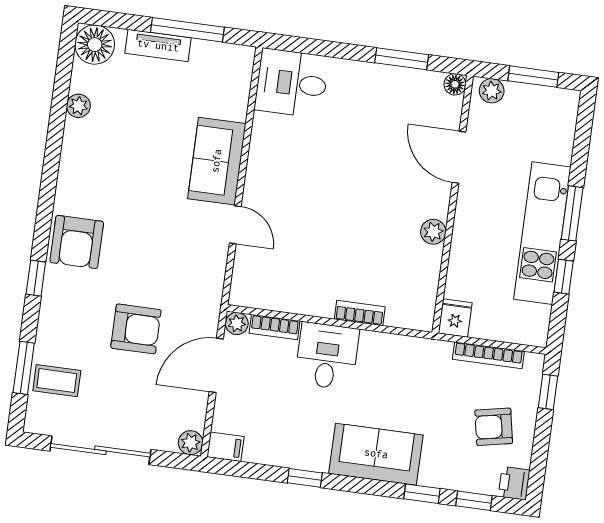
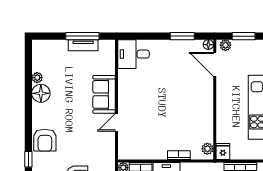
floor lamp: (95, 45) -> (41, 93), moved
tv unit: (158, 46) -> (83, 45), moved
door: (459, 157) -> (215, 64), moved
door: (235, 225) -> (116, 122), swing flipped
plant: (433, 232) -> (207, 149), moved

